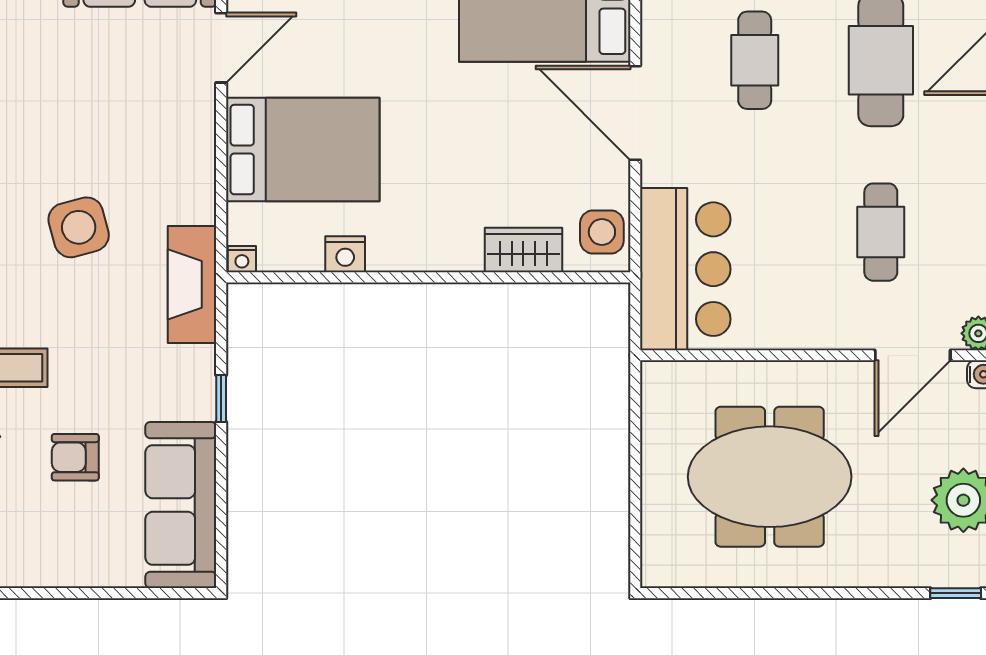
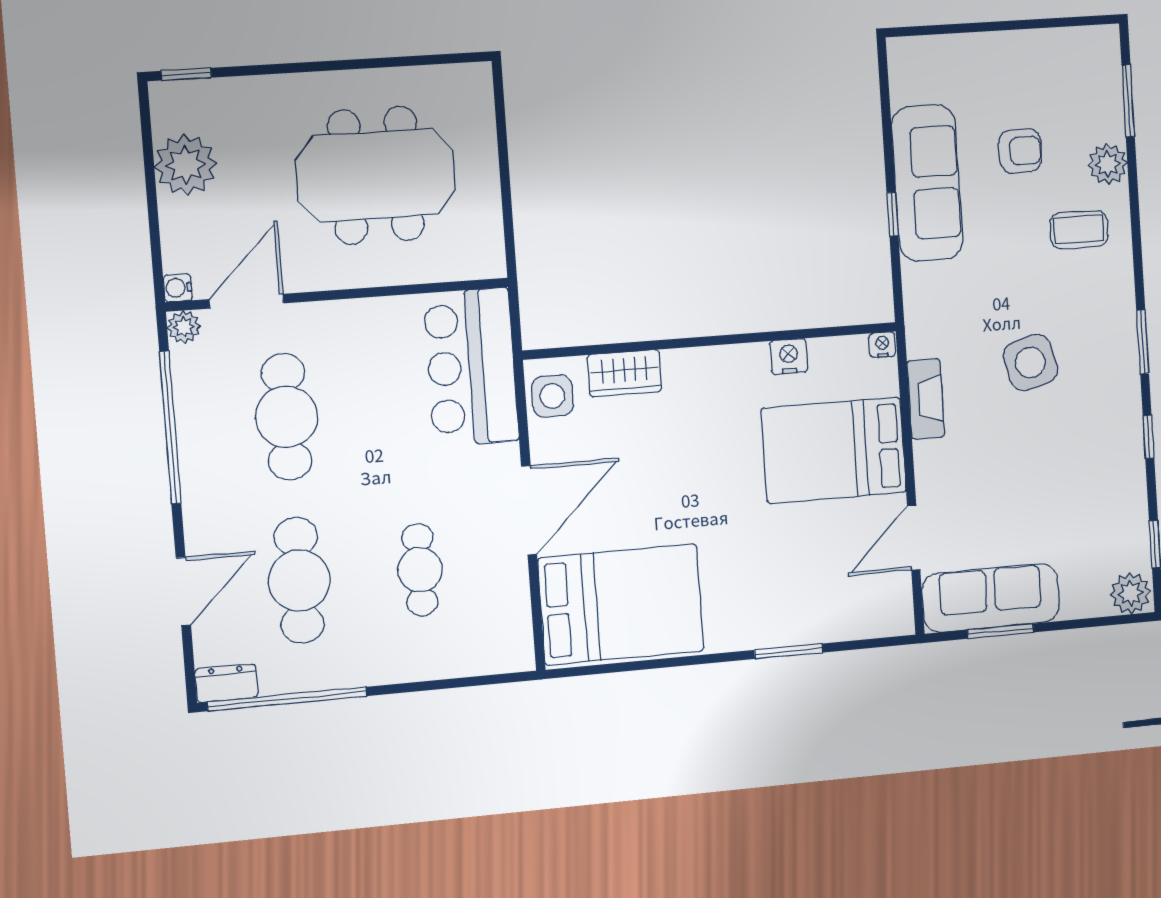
door: (635, 113) -> (529, 510), hinge flipped
cafe table: (881, 232) -> (286, 417), width x1.37, depth x1.35
fireplace: (192, 284) -> (926, 399), moved, width x0.73, depth x0.76
sofa: (181, 505) -> (927, 183), moved

